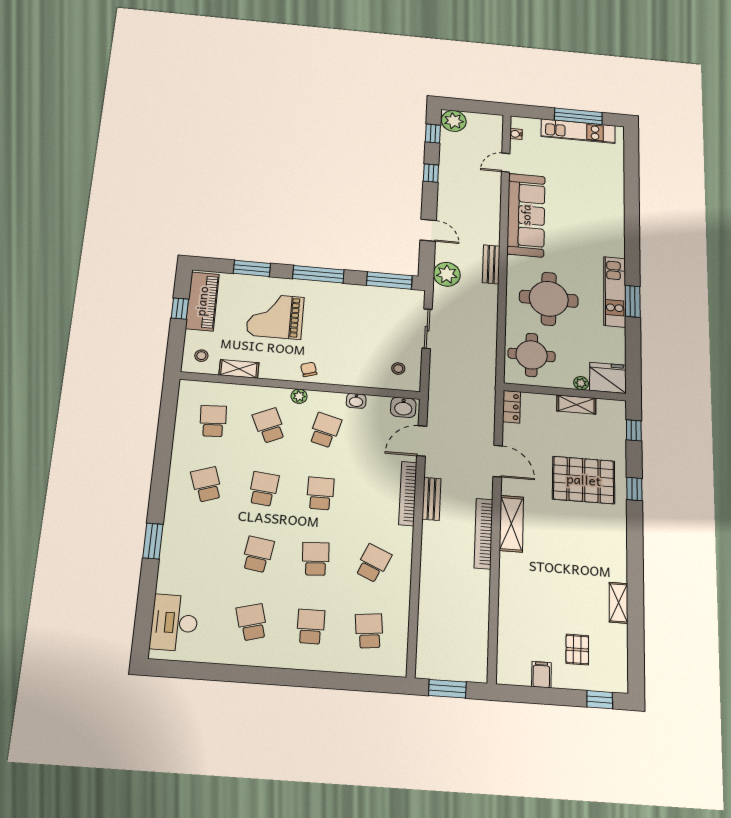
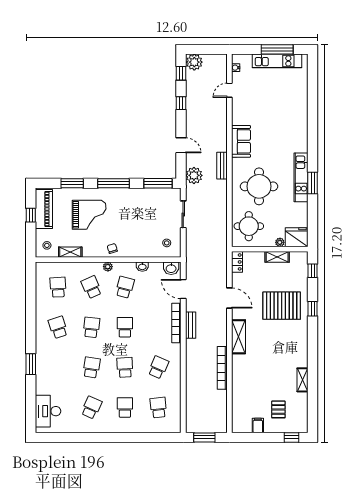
sofa: (526, 215) -> (241, 141), width x0.54, depth x0.79
grand piano: (275, 316) -> (89, 215), turned 180
door: (422, 441) -> (183, 289), hinge flipped
bookcase: (484, 534) -> (222, 368), moved
school desk: (252, 622) -> (91, 408), turned 39

